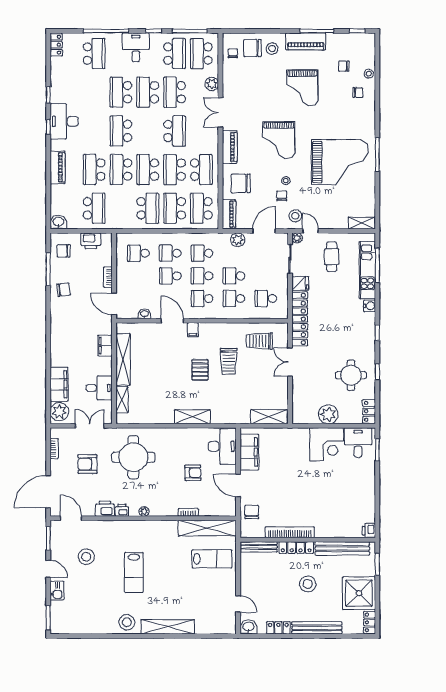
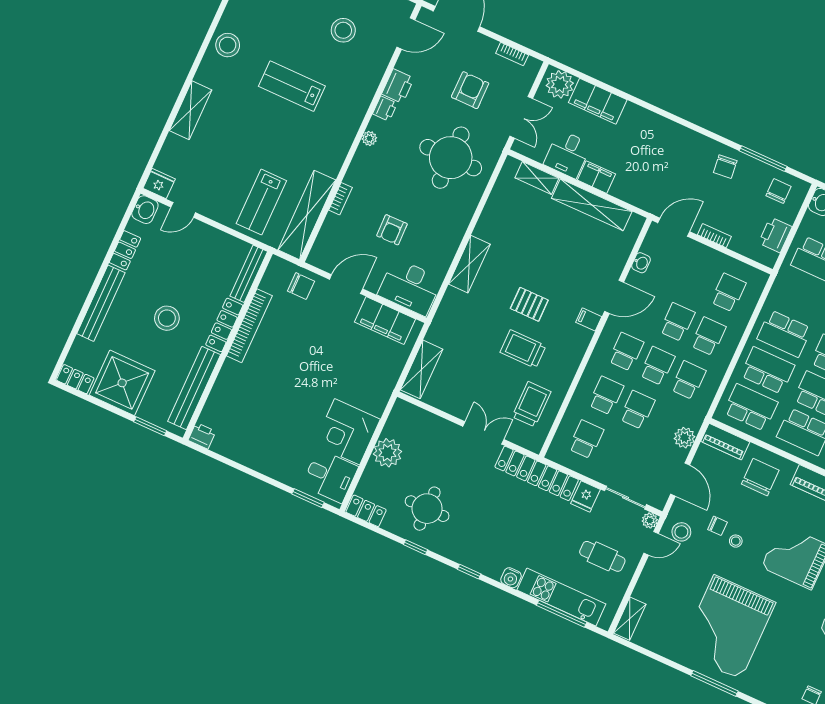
filing cabinet: (105, 346) -> (596, 177), moved
fridge: (229, 626) -> (159, 184), added
shelving: (168, 627) -> (190, 110), width x0.68

